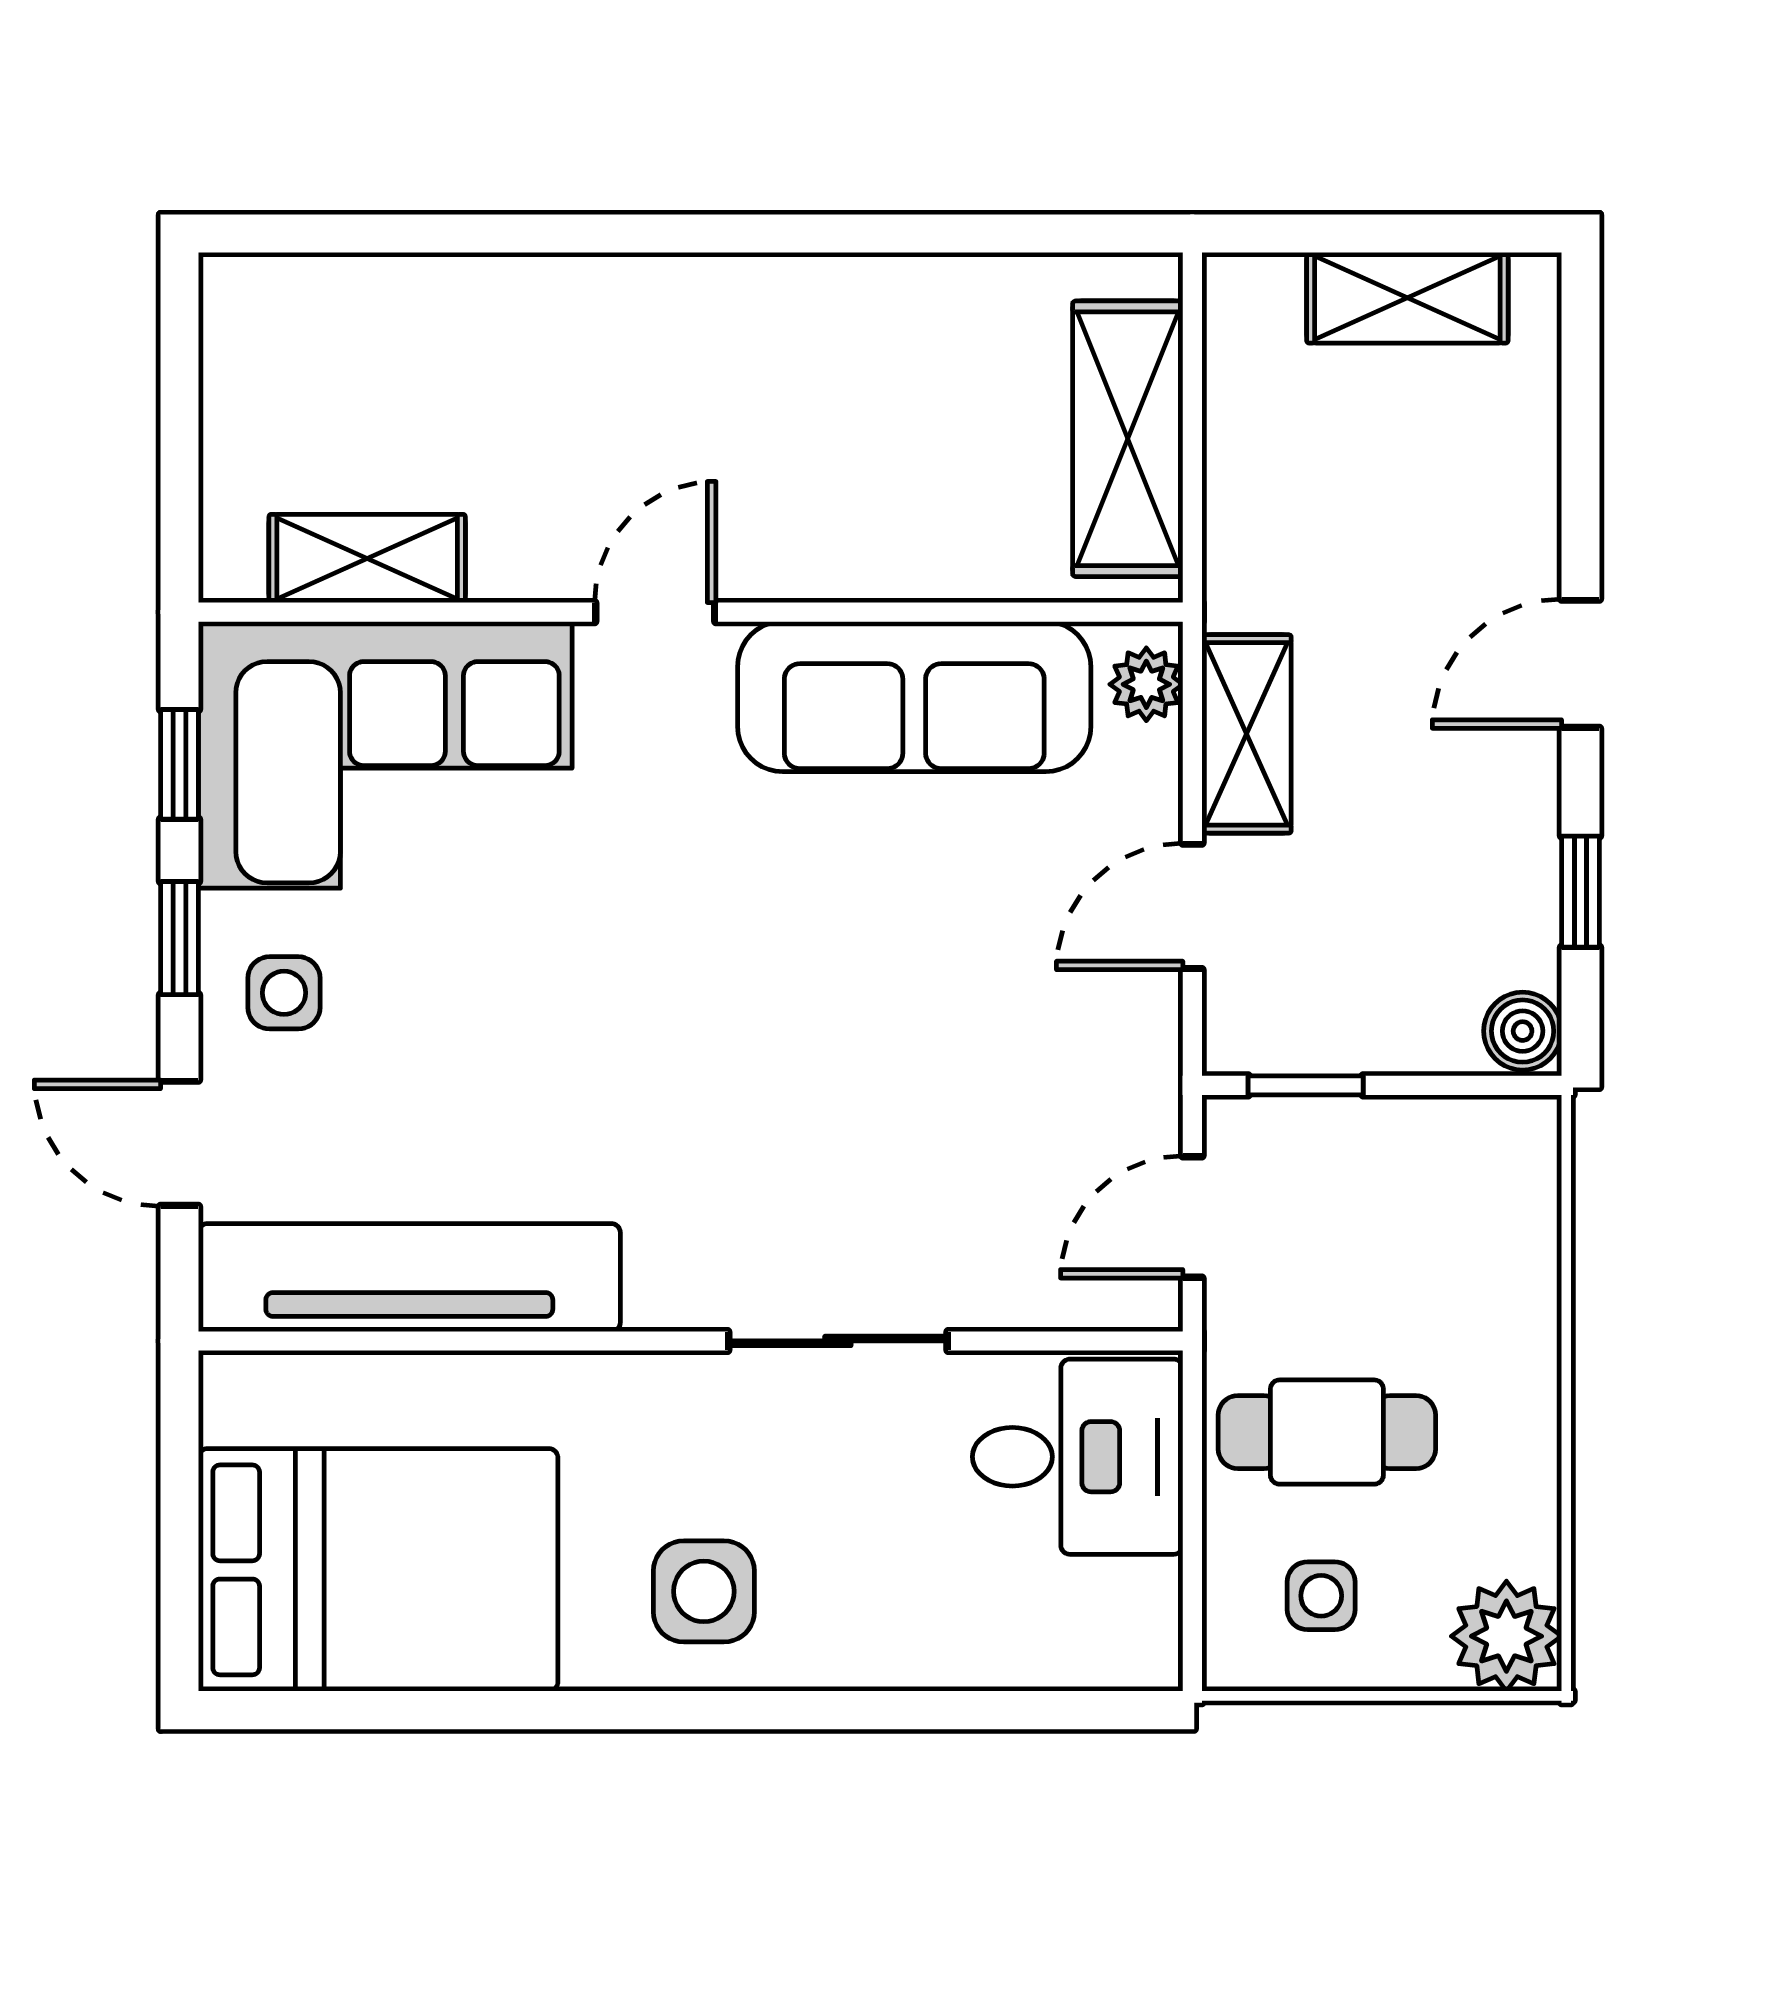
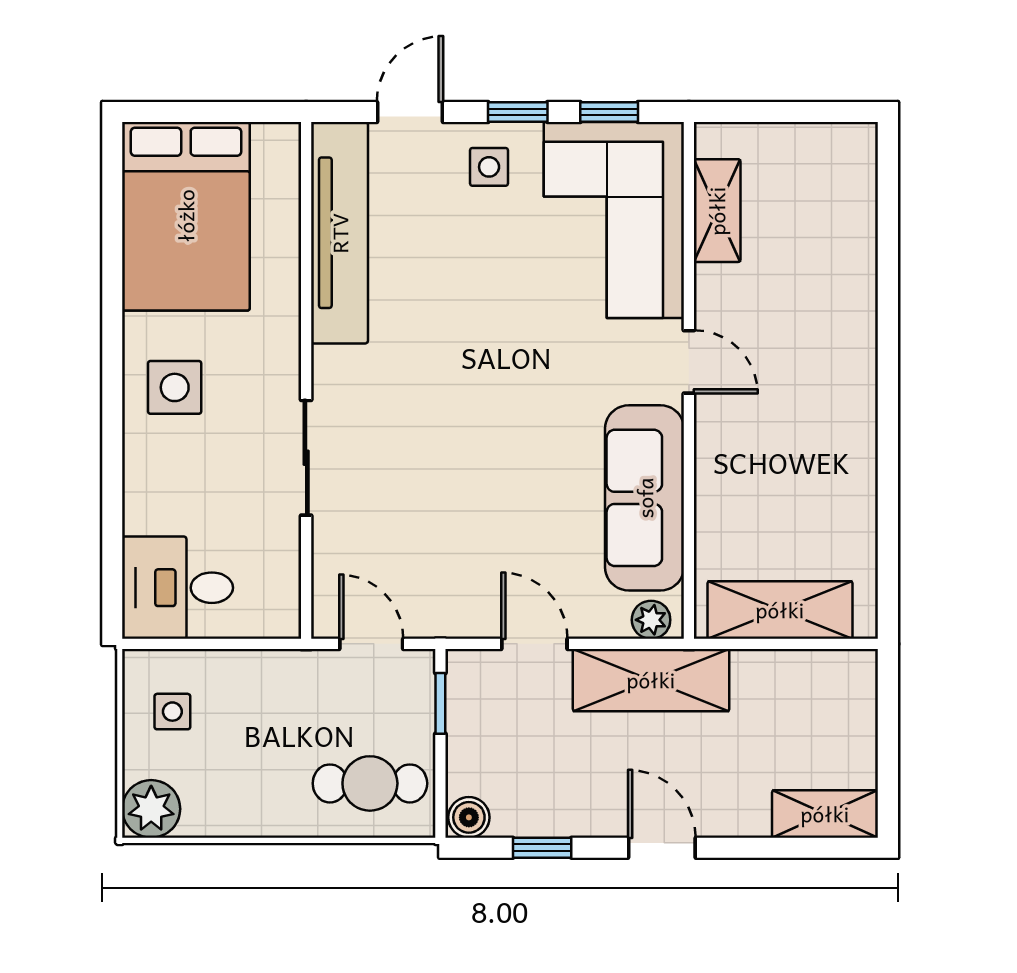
shelving: (1407, 298) -> (825, 814), moved, turned 90
shelving: (1246, 734) -> (651, 680), width x1.50, depth x1.33
cafe table: (1327, 1432) -> (370, 783), moved, turned 90
desk: (1078, 1457) -> (178, 588), moved, turned 90

